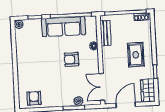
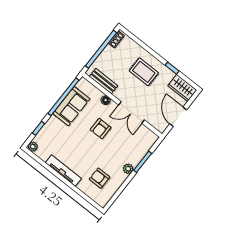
sofa: (64, 27) -> (71, 106), width x0.73
tv unit: (21, 59) -> (63, 171), added
double door: (102, 87) -> (131, 112), moved
armchair: (34, 98) -> (100, 178), moved
plant: (78, 101) -> (128, 169), moved

